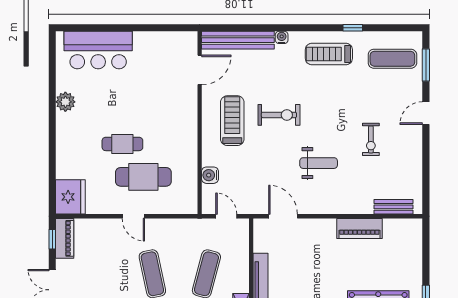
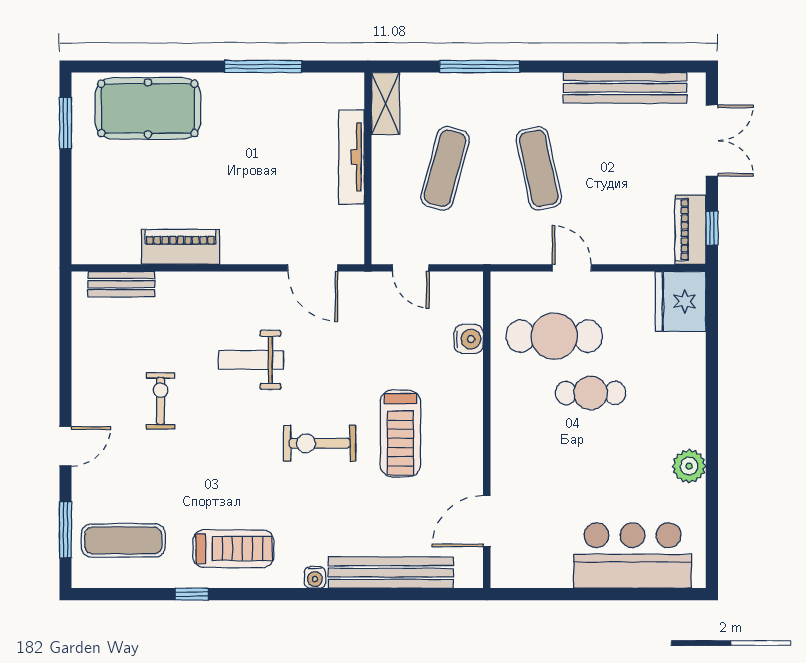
door: (200, 70) -> (487, 521), moved
wall: (200, 123) -> (487, 430), moved
water cooler: (210, 175) -> (469, 339), moved

